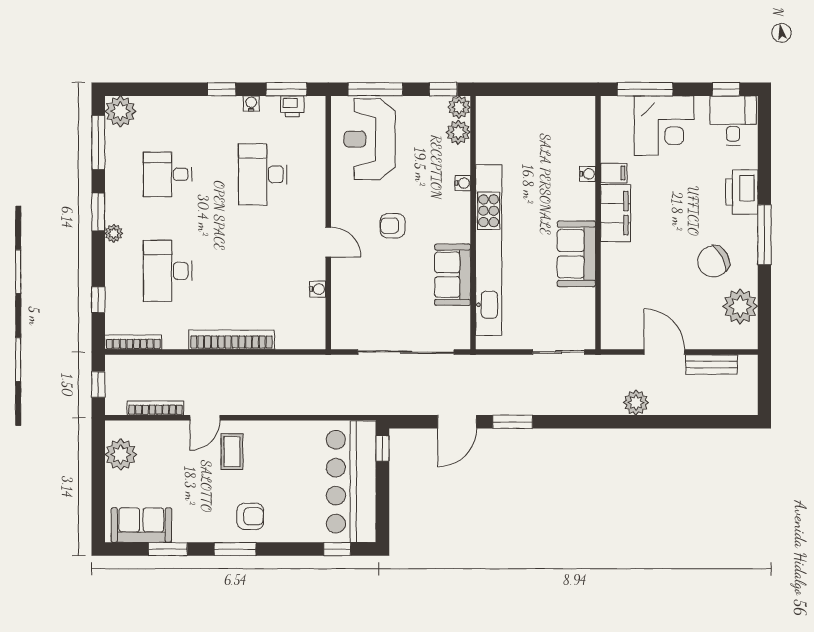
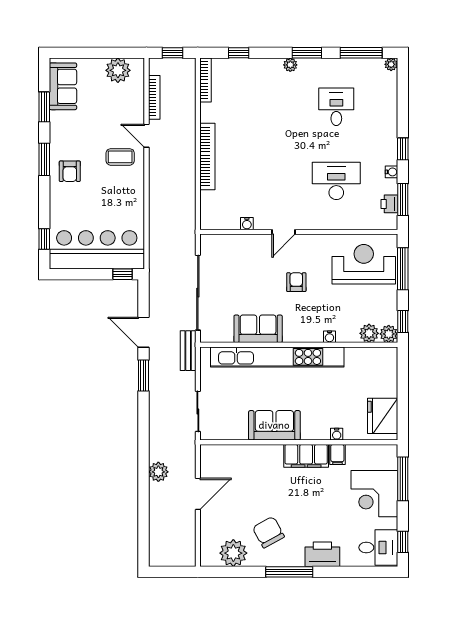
plant: (120, 111) -> (391, 64), width x0.53, depth x0.53
fridge: (564, 115) -> (383, 416), added
desk: (168, 271) -> (261, 107), removed
bench: (712, 364) -> (188, 351), moved

